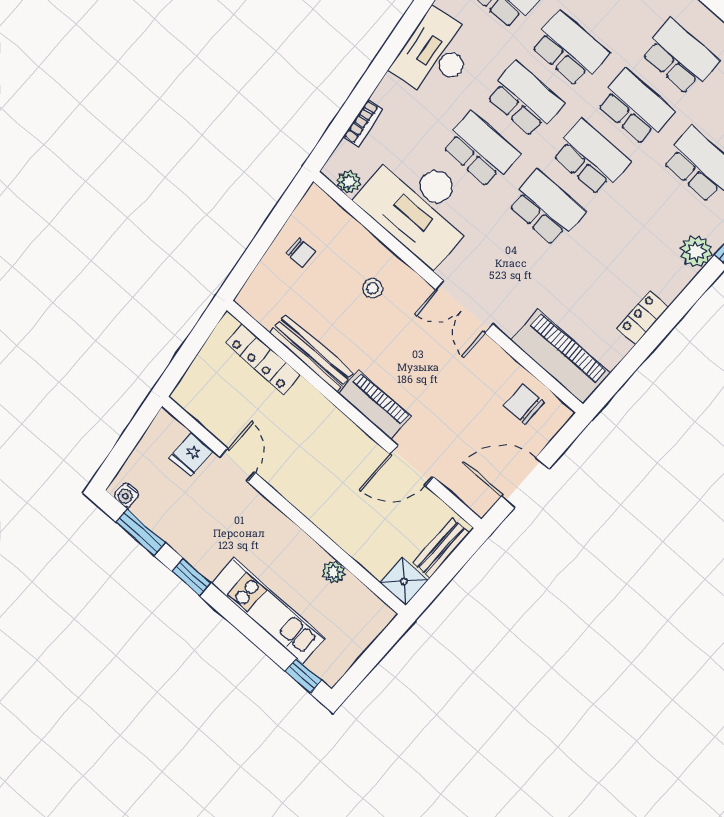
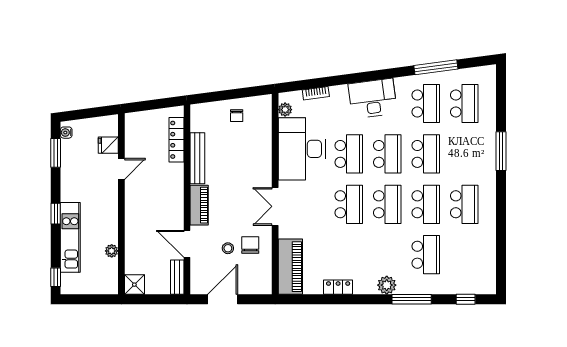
stool: (373, 288) -> (228, 248), moved
chair: (524, 404) -> (250, 245), moved
door: (525, 483) -> (223, 299), hinge flipped
bench: (441, 548) -> (177, 277), moved, turned 90
window: (191, 577) -> (56, 214), moved

